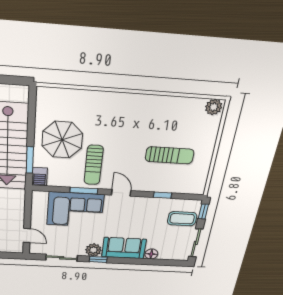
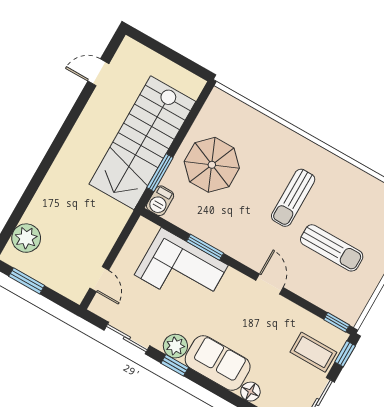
sun lounger: (94, 165) -> (293, 198), moved
door: (121, 193) -> (269, 284), moved
window: (162, 195) -> (337, 322), moved

